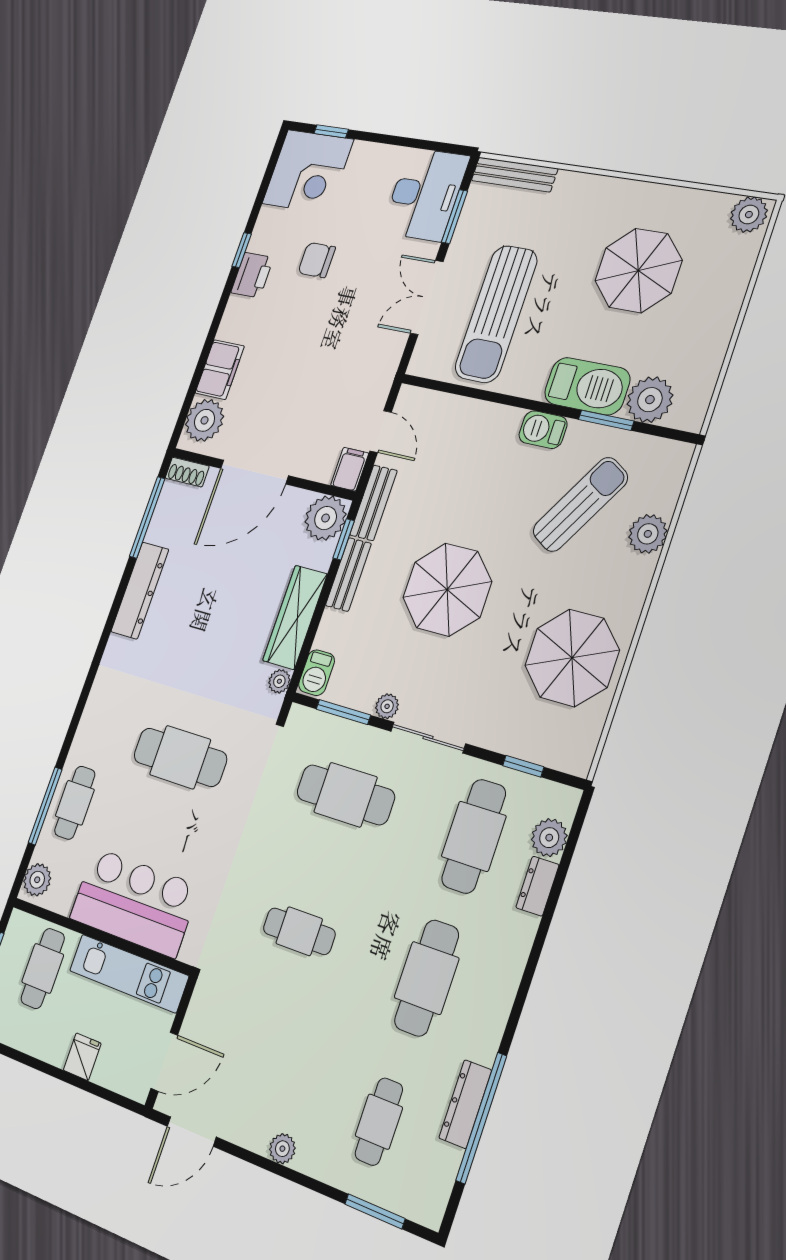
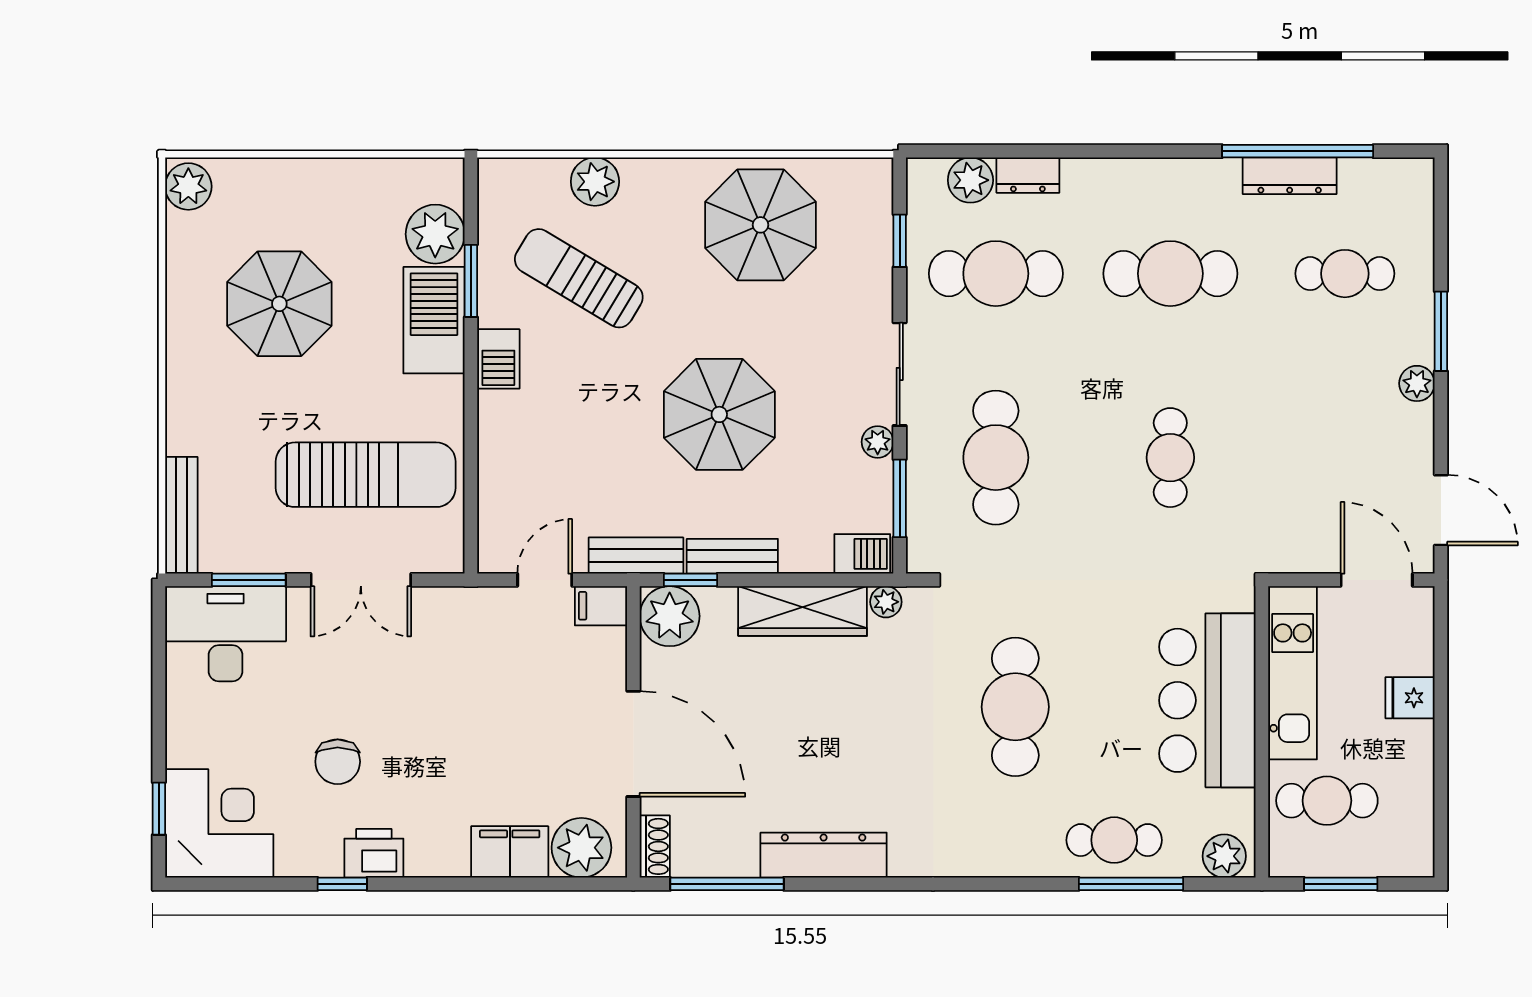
window: (375, 1211) -> (1441, 331), moved

